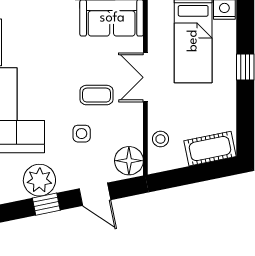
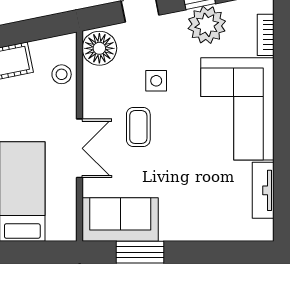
coffee table: (97, 95) -> (138, 127), turned 90

